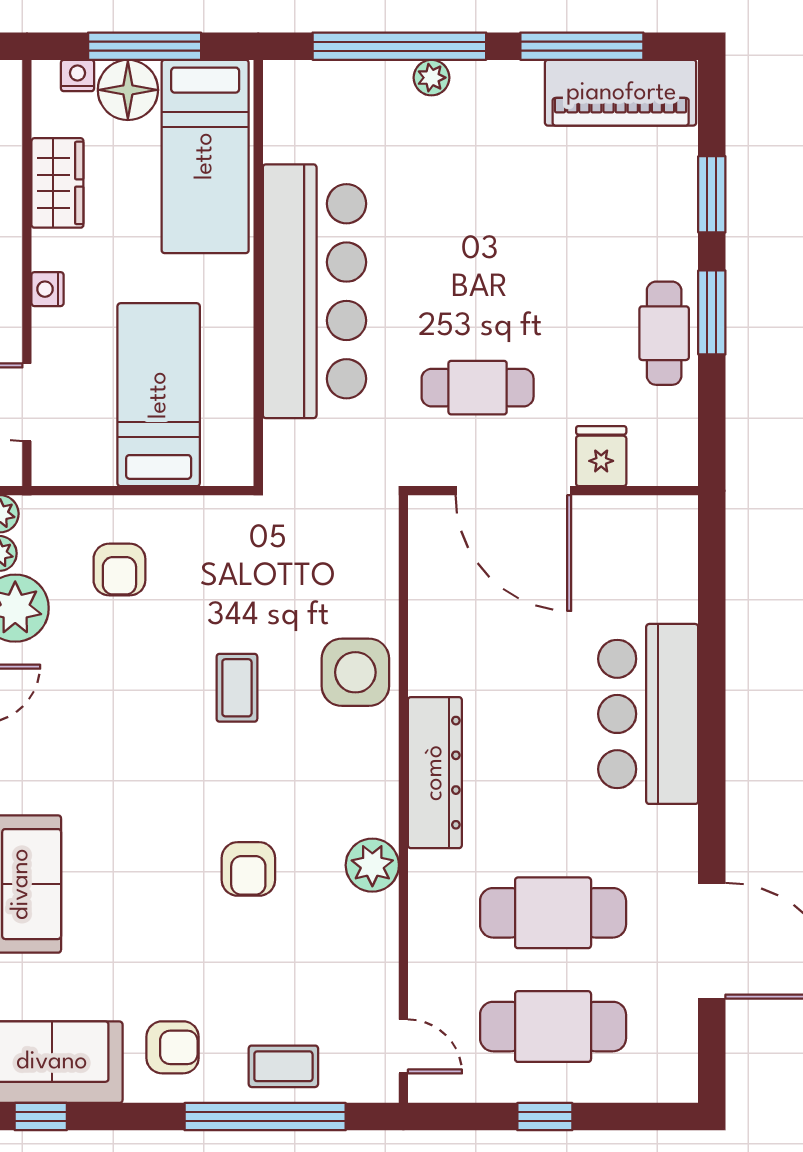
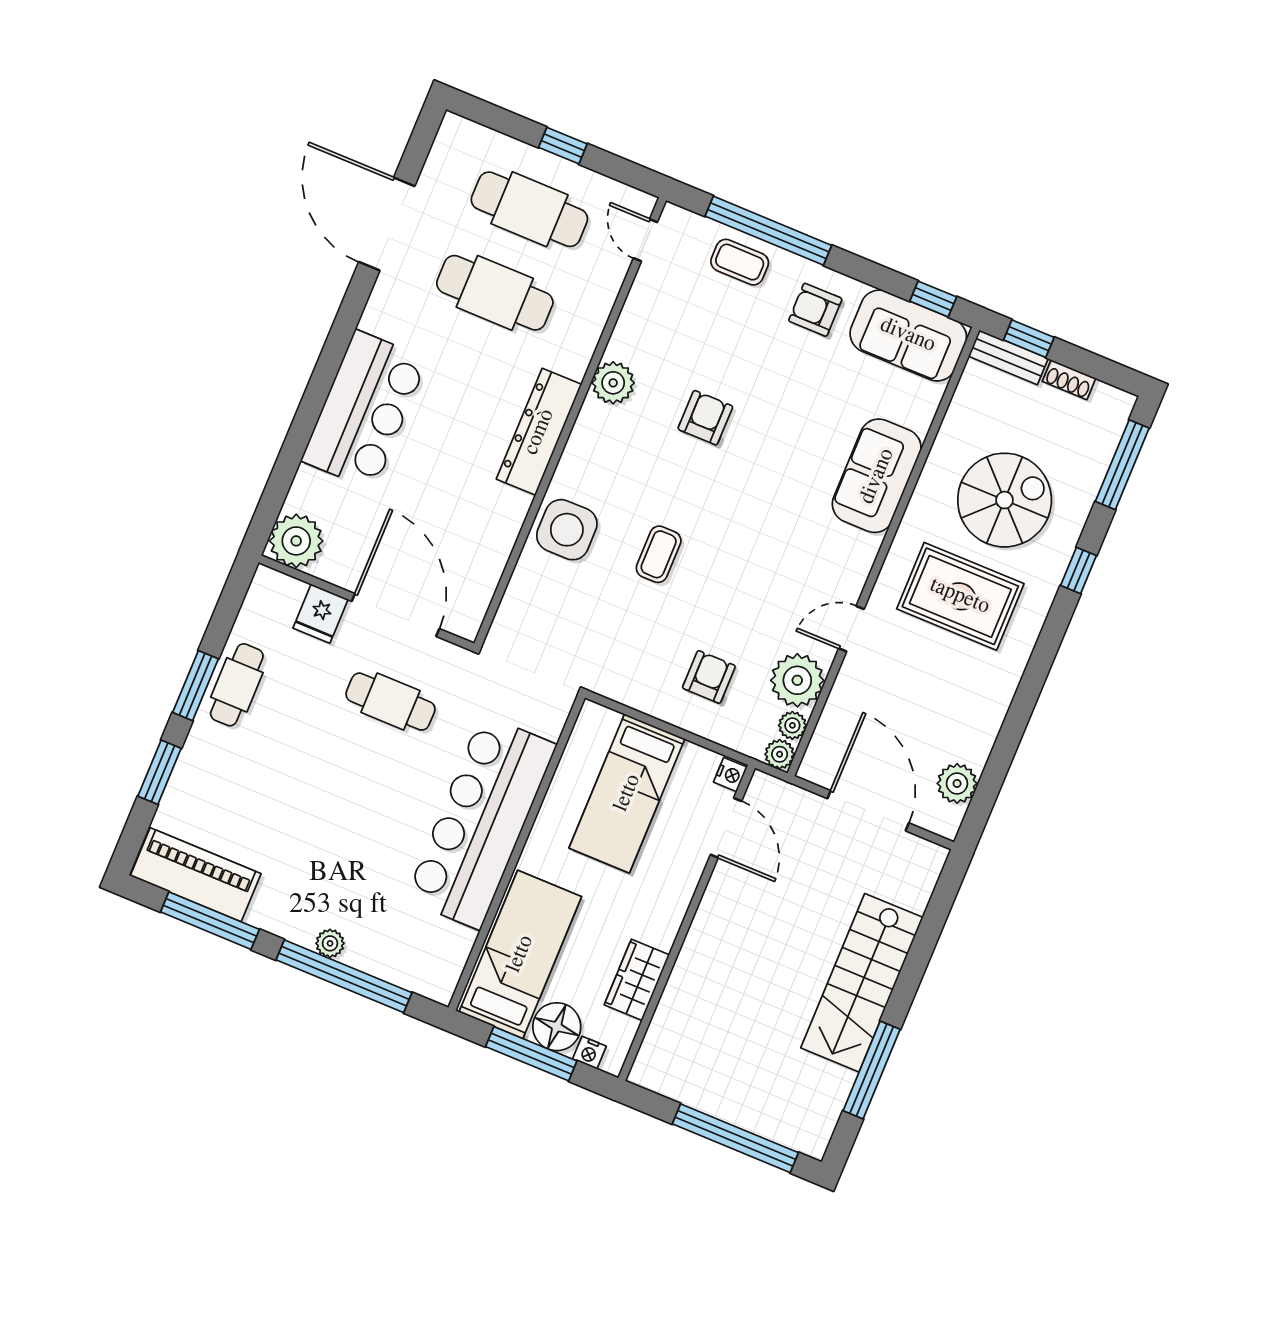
nightstand: (48, 289) -> (730, 775), moved
plant: (664, 529) -> (296, 541), added

